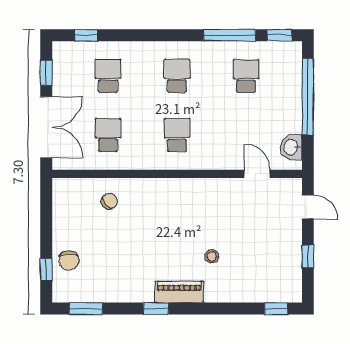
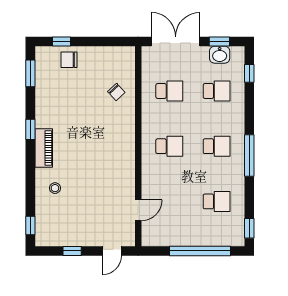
window: (230, 35) -> (249, 155), moved
double door: (46, 127) -> (176, 41), swing flipped
washbasin: (291, 147) -> (220, 55), moved, turned 180
stool: (212, 256) -> (55, 188), moved

